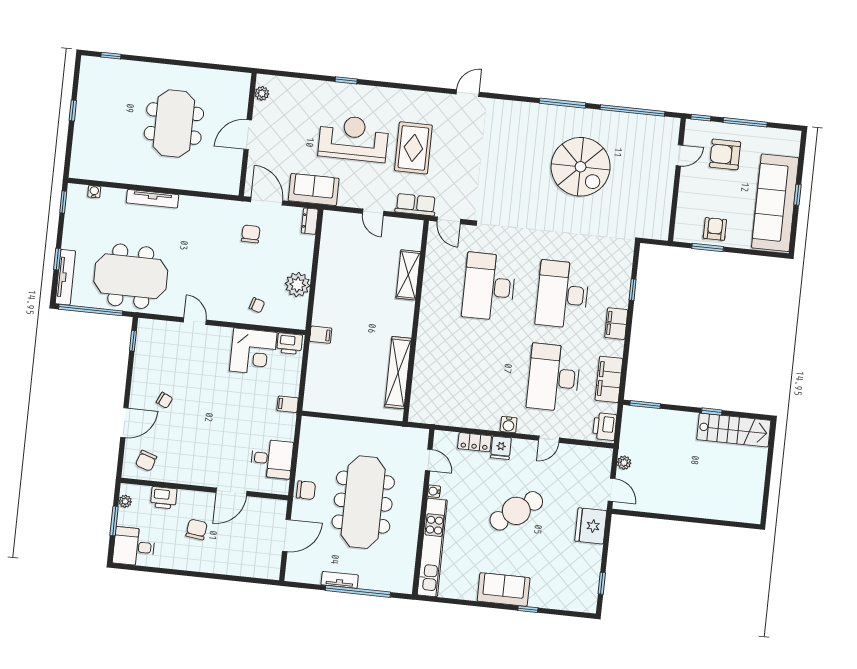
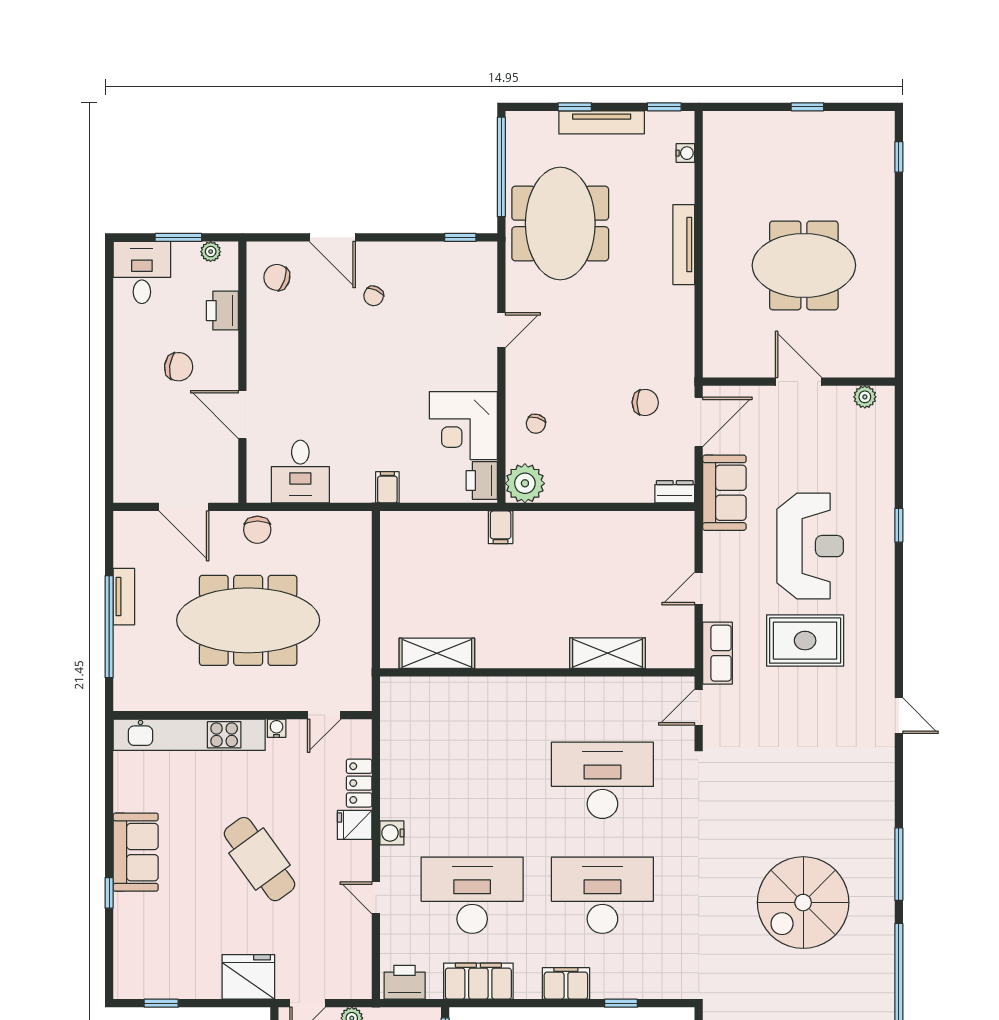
tv unit: (65, 277) -> (602, 122), moved
plant: (298, 285) -> (525, 483), moved
shelving: (398, 373) -> (437, 653), width x0.68

